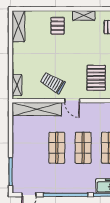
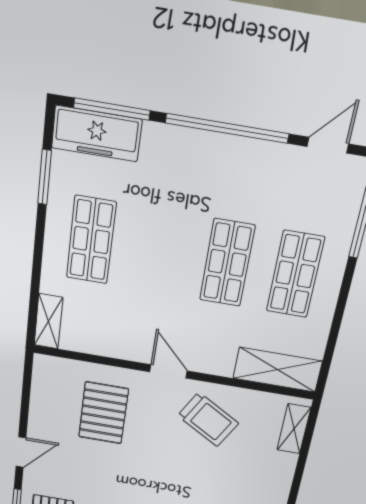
shelving: (37, 109) -> (277, 370), width x0.68
shop shelf: (83, 148) -> (295, 274), moved

